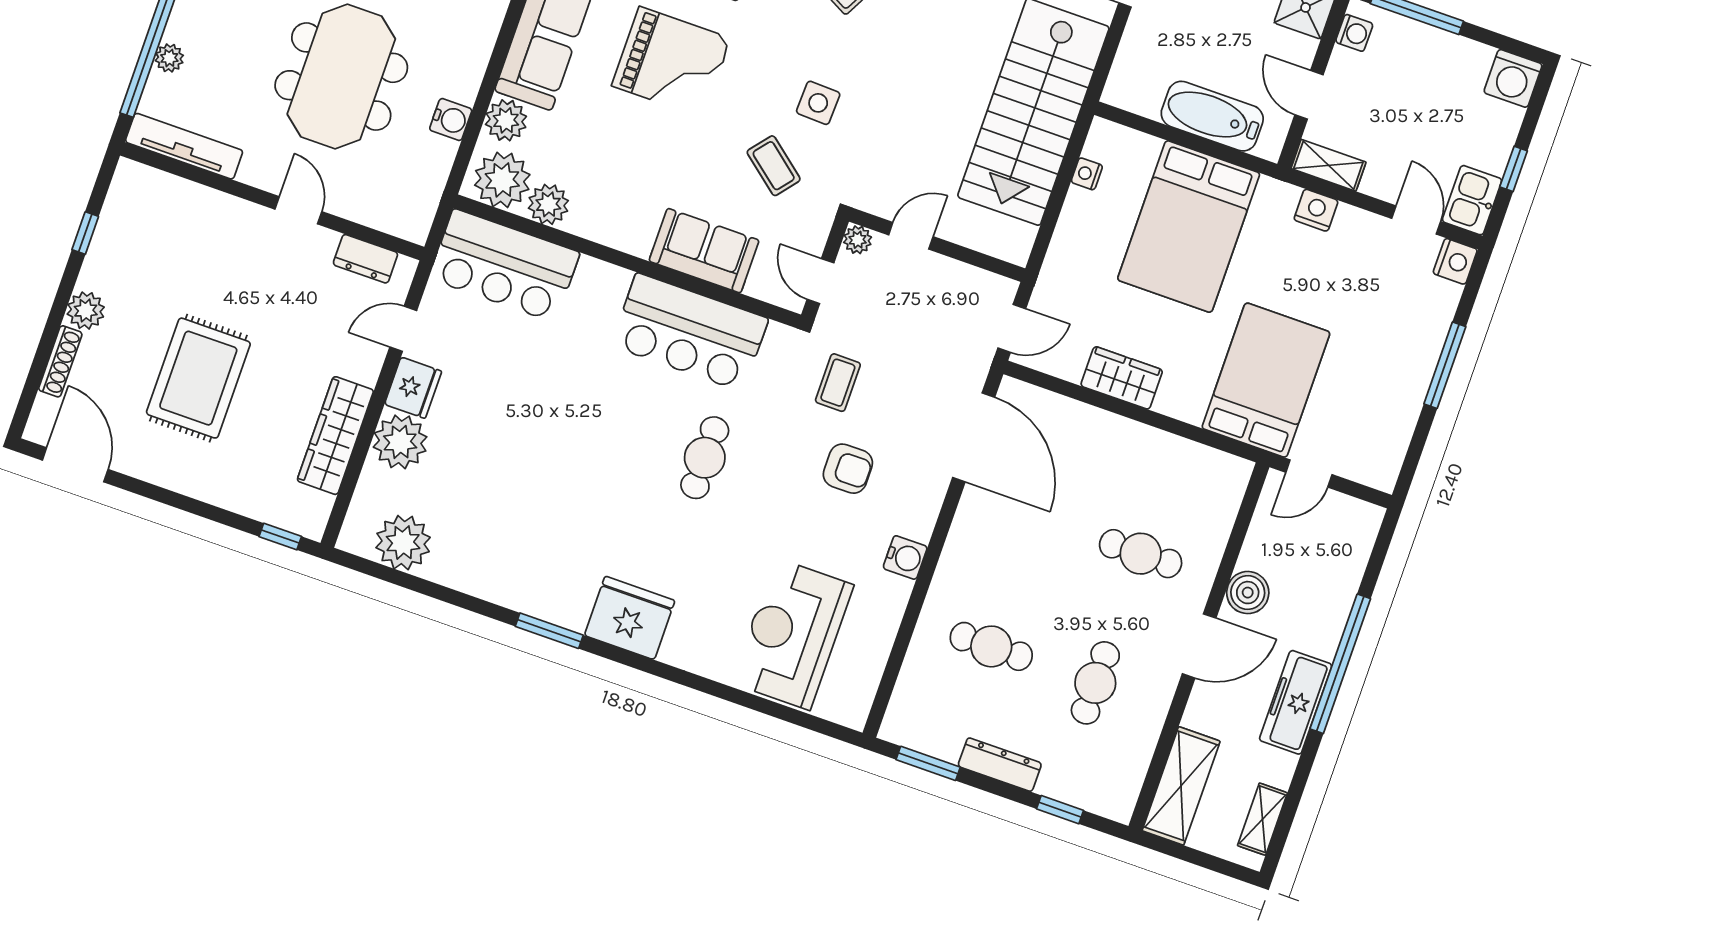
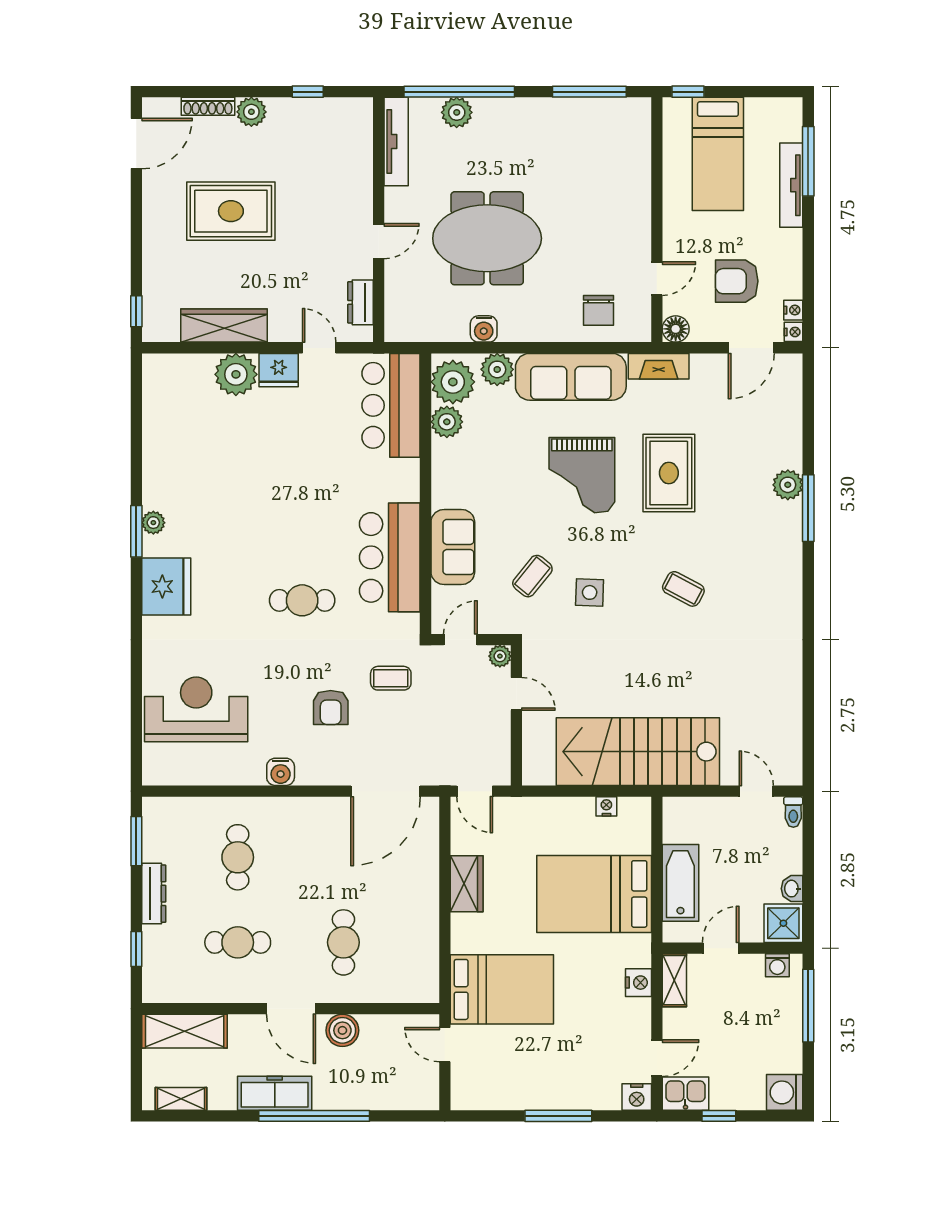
plant: (169, 58) -> (457, 112), width x1.38, depth x1.38
plant: (403, 543) -> (153, 523), moved, width x0.53, depth x0.53

